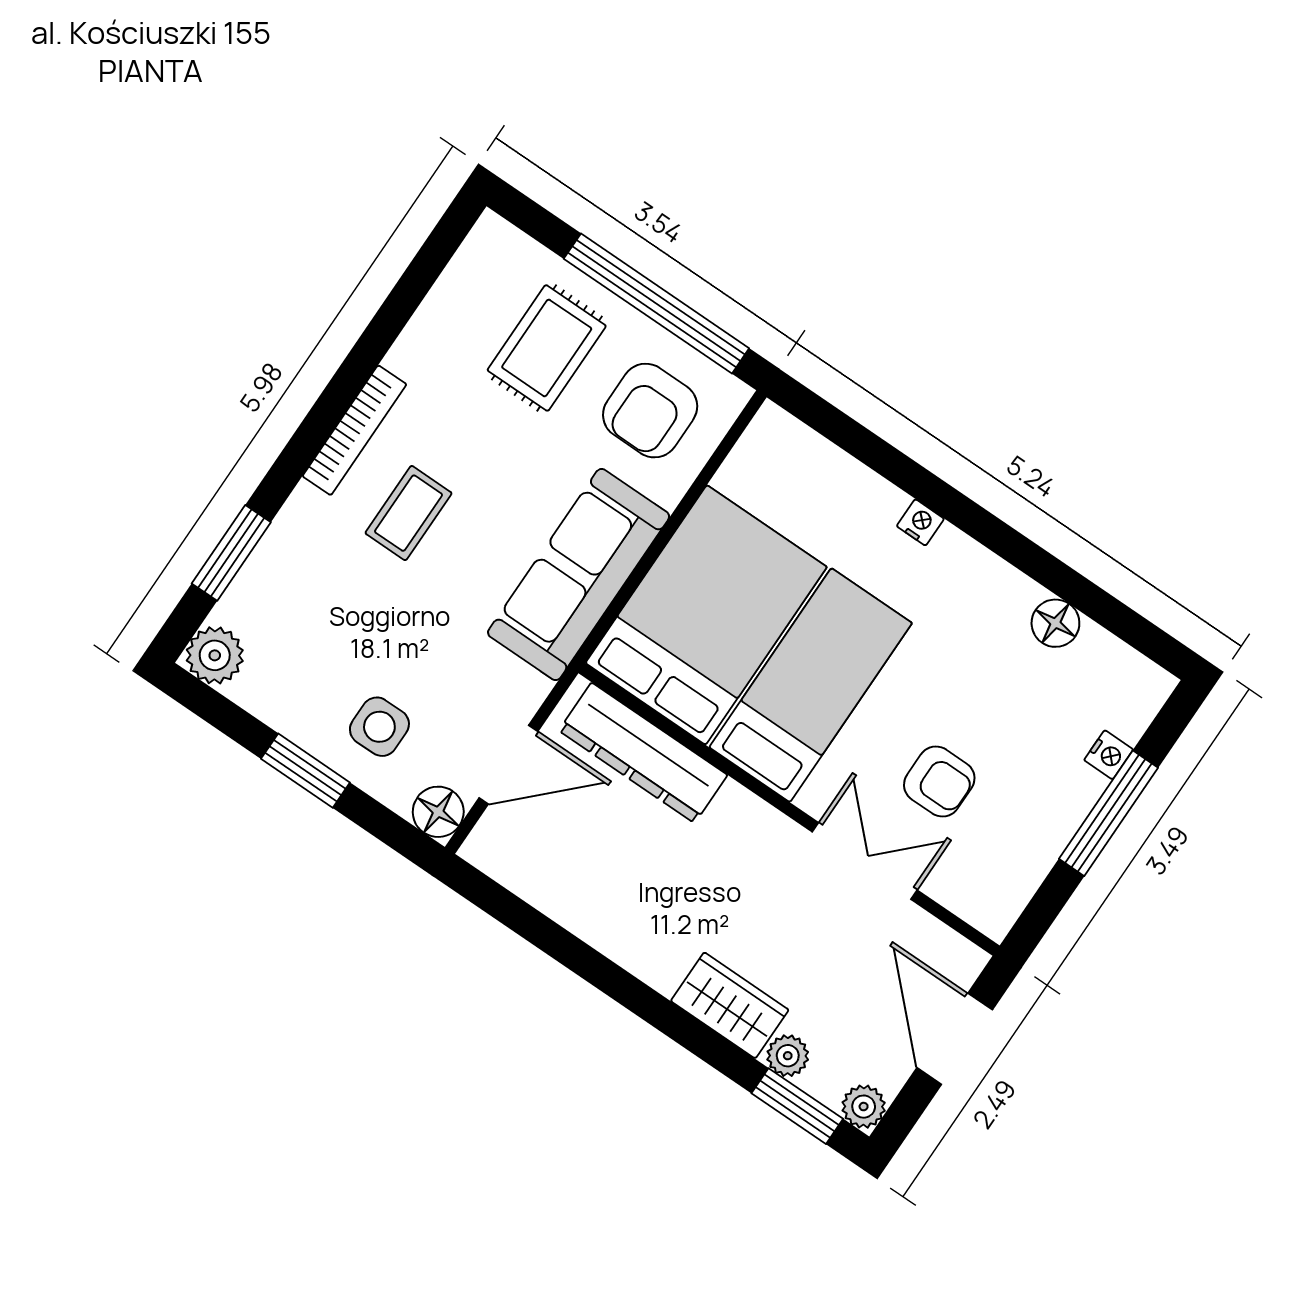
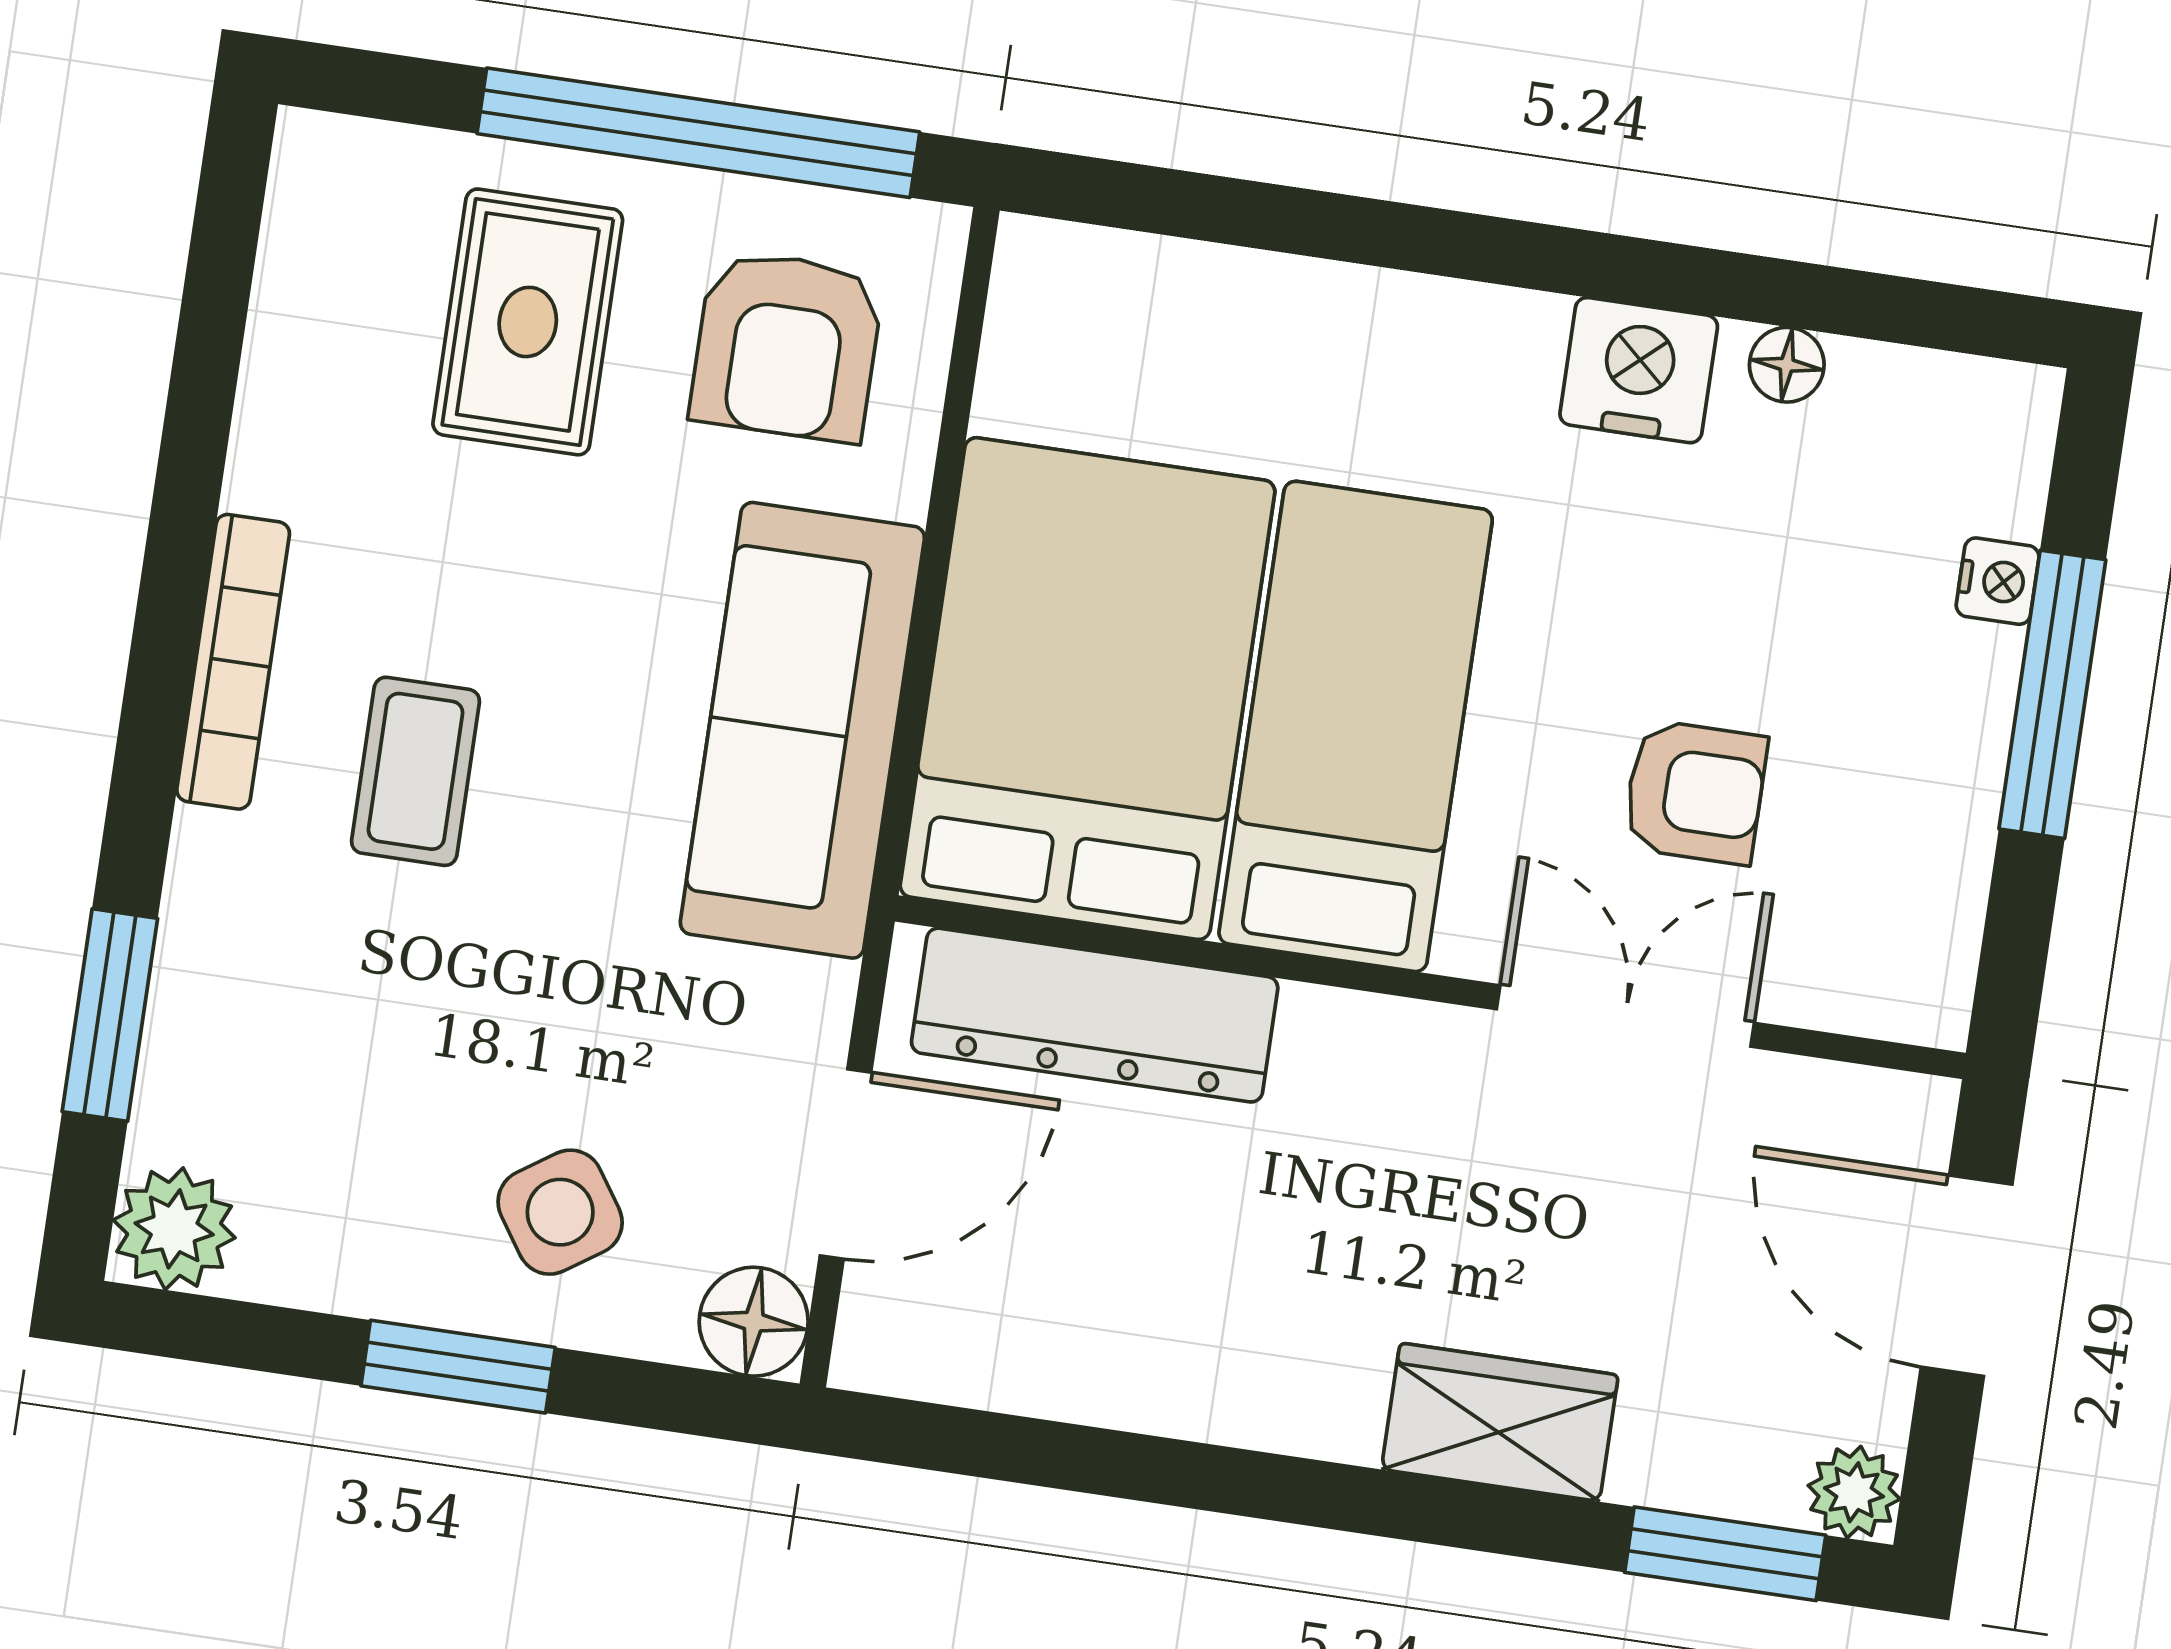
nightstand: (920, 522) -> (1639, 370), moved, width x1.89, depth x1.79
floor lamp: (1055, 623) -> (1787, 365), width x0.73, depth x0.73
side table: (379, 727) -> (560, 1212), turned -34
plant: (788, 1056) -> (1659, 1465), removed

